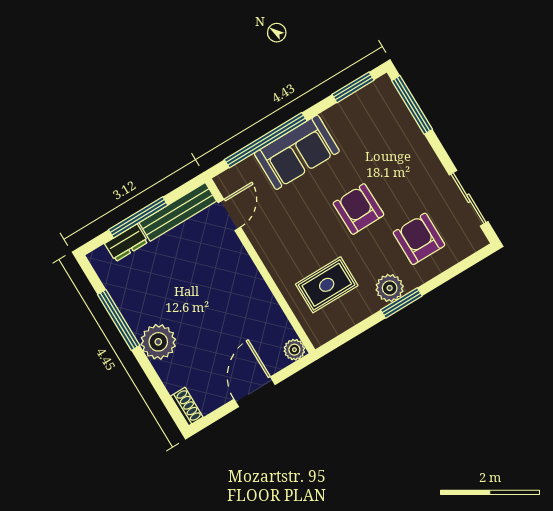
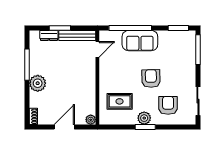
window: (138, 217) -> (60, 28), width x0.69

